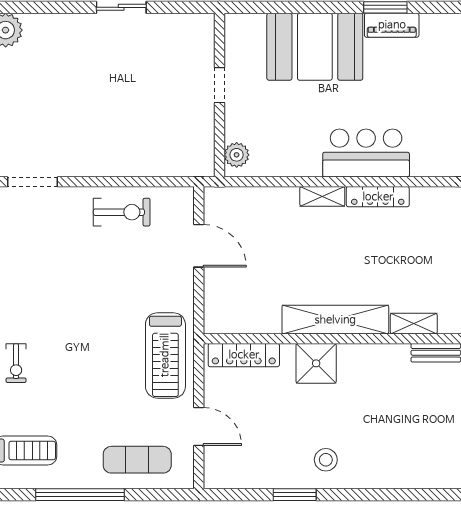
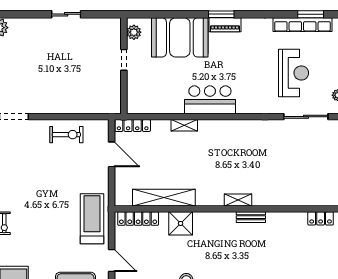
plant: (237, 155) -> (134, 32), moved
locker: (378, 197) -> (133, 125), moved
shelving: (335, 320) -> (164, 198), moved
treadmill: (165, 355) -> (92, 219), turned 180

